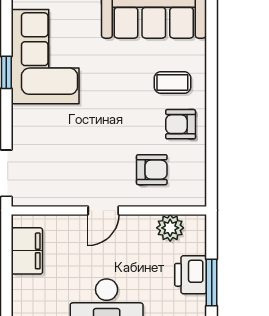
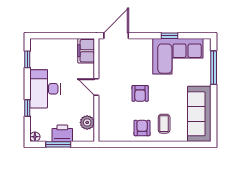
armchair: (152, 170) -> (140, 93), moved
filing cabinet: (27, 251) -> (86, 51), moved, turned 90

